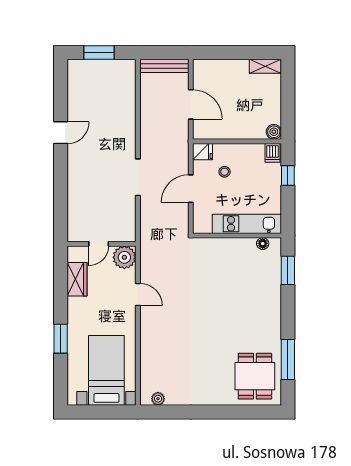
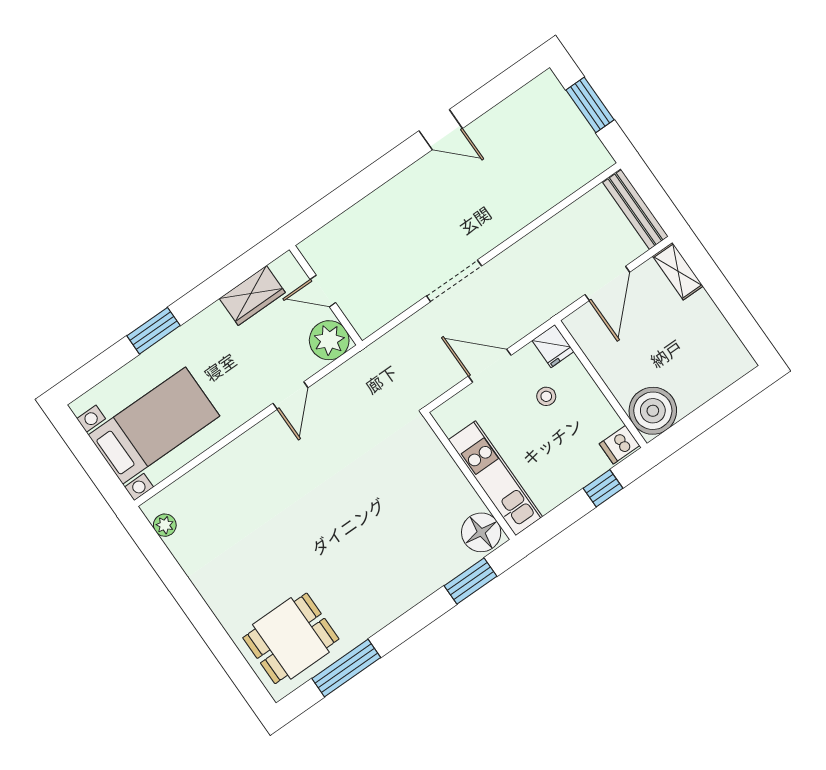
shelving: (265, 66) -> (678, 271), moved
boiler: (274, 132) -> (653, 411), width x1.86, depth x1.86
floor lamp: (263, 244) -> (481, 532), width x1.89, depth x1.89

